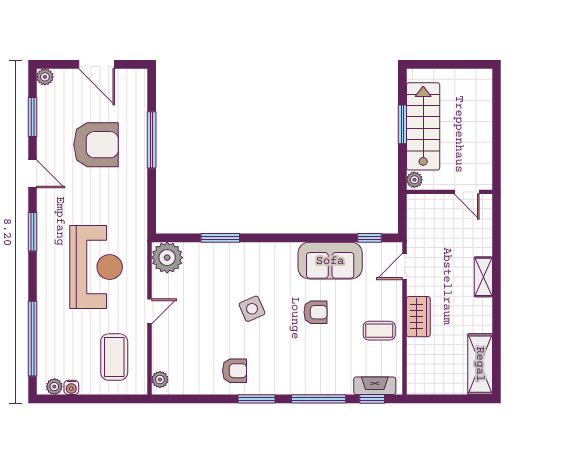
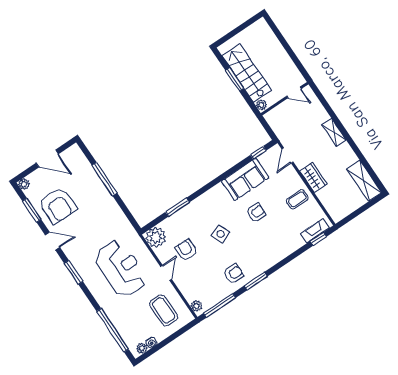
armchair: (96, 145) -> (58, 206), moved, turned 90
armchair: (195, 300) -> (186, 250), added
window: (319, 399) -> (220, 305), moved

